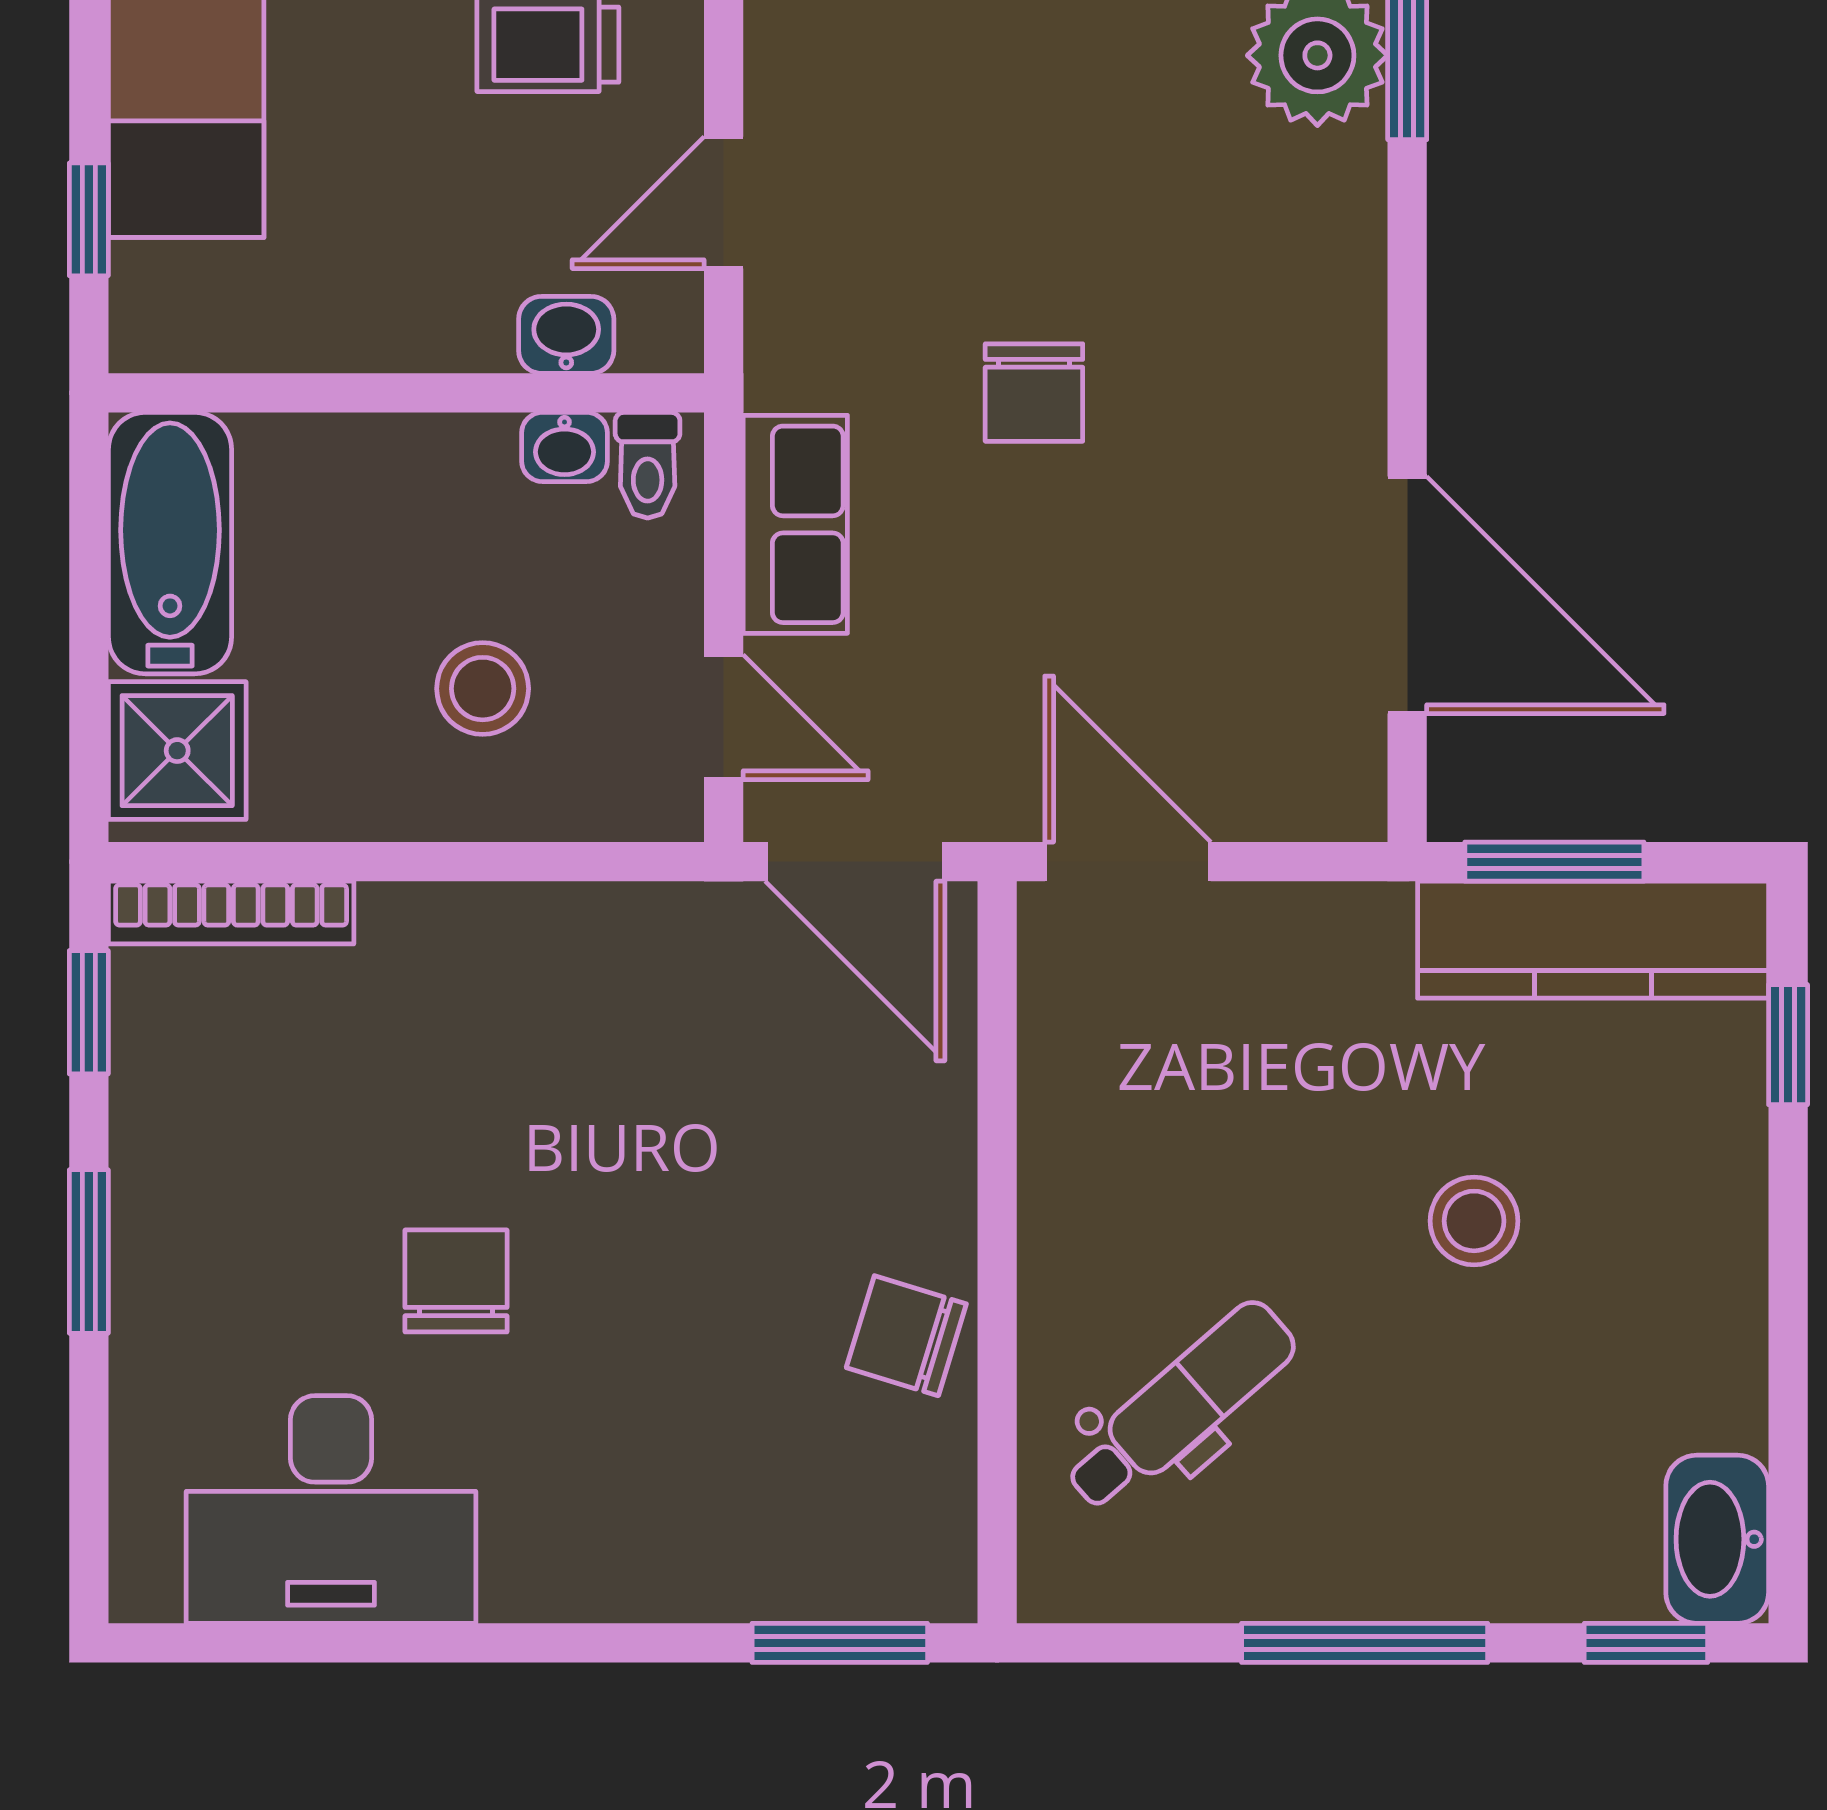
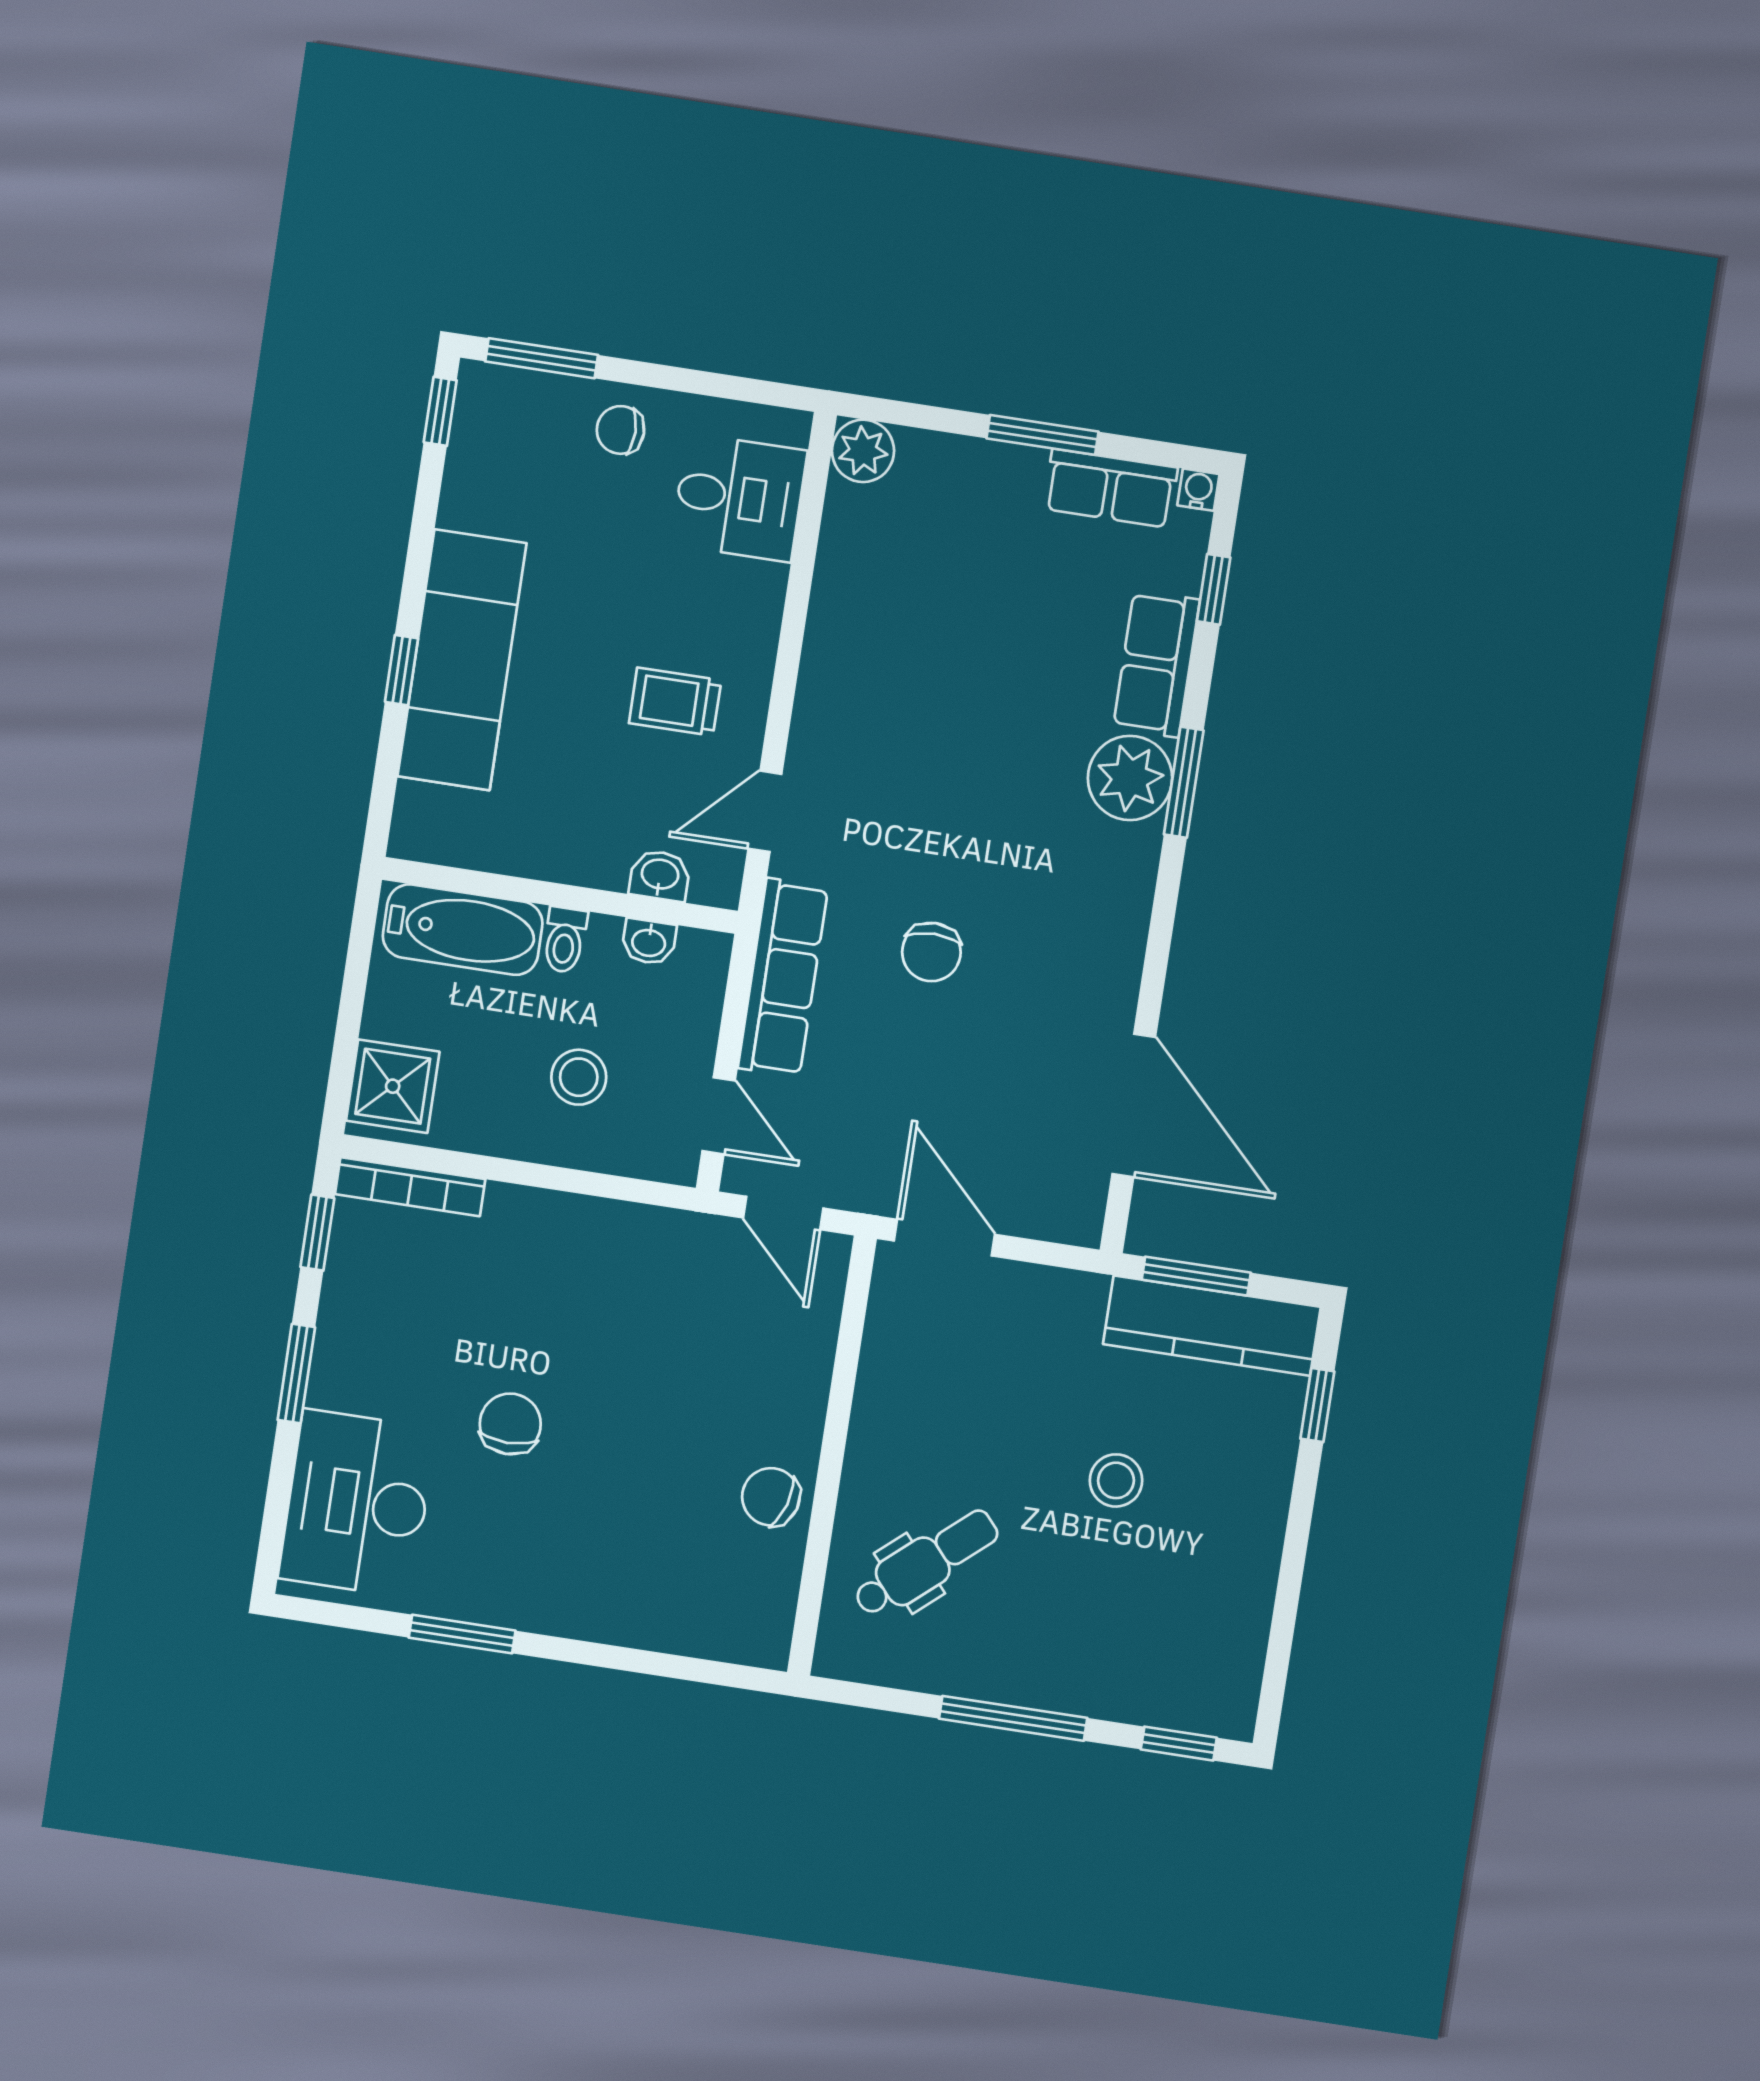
window: (89, 219) -> (402, 670), moved
toilet: (648, 465) -> (565, 940), moved
row of seats: (795, 524) -> (783, 978), width x1.48
bathtub: (170, 543) -> (463, 930), moved, turned 90
door: (855, 862) -> (783, 1213), width x0.73
desk: (331, 1510) -> (357, 1503), moved, turned 90
washbasin: (1717, 1539) -> (1230, 1689), removed
window: (840, 1643) -> (462, 1634), moved

